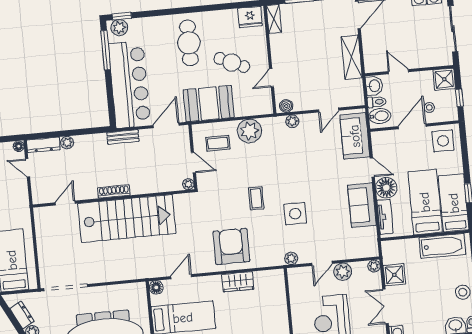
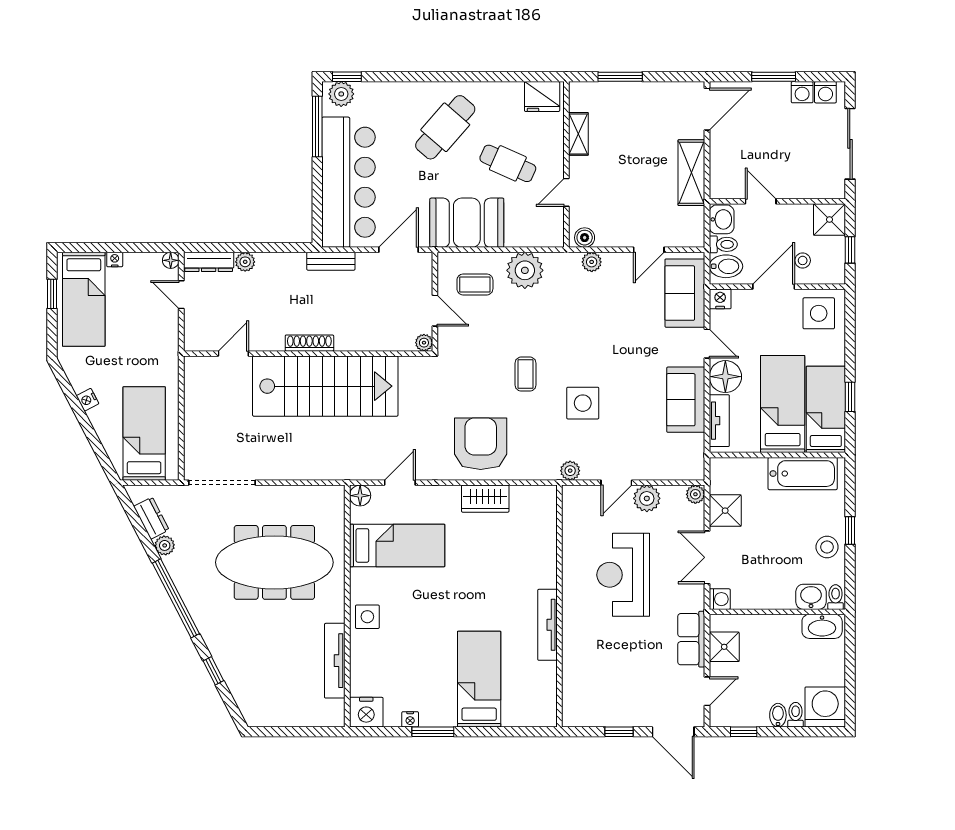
shelving: (274, 19) -> (578, 134), moved
cafe table: (189, 43) -> (445, 127), turned 41
nightstand: (378, 138) -> (720, 299), added

